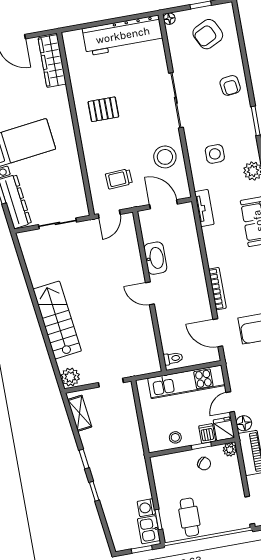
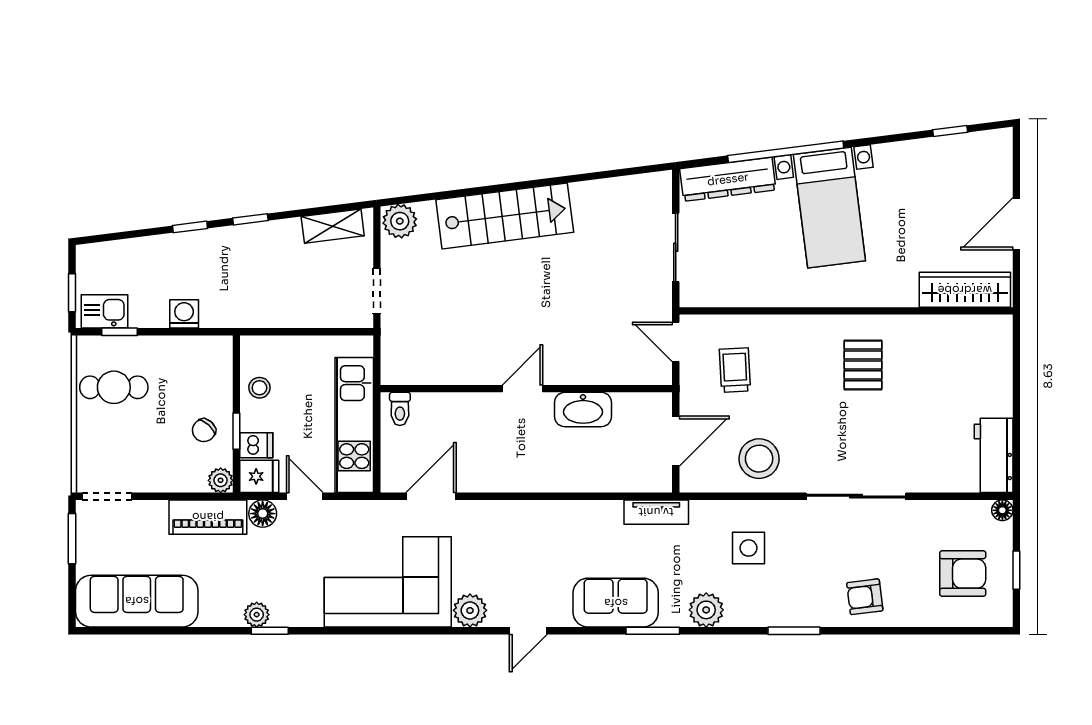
armchair: (208, 34) -> (963, 574), turned 116
workbench: (123, 35) -> (994, 455), width x0.53, depth x0.76
bookcase: (217, 289) -> (509, 509), removed
washing machine: (146, 508) -> (184, 314), moved

